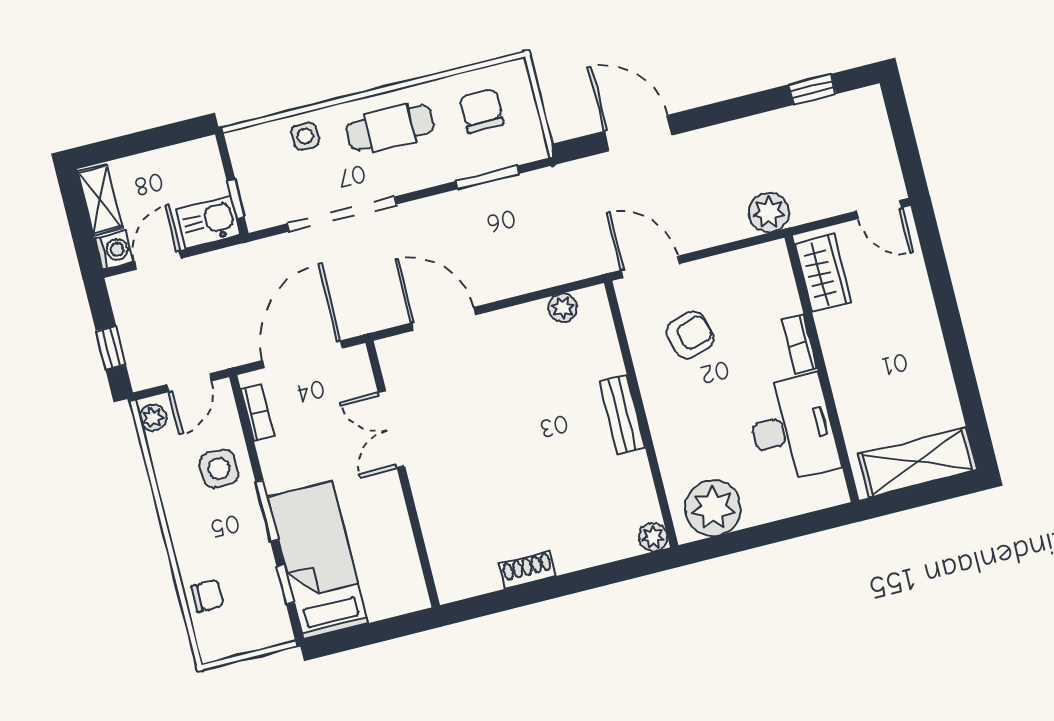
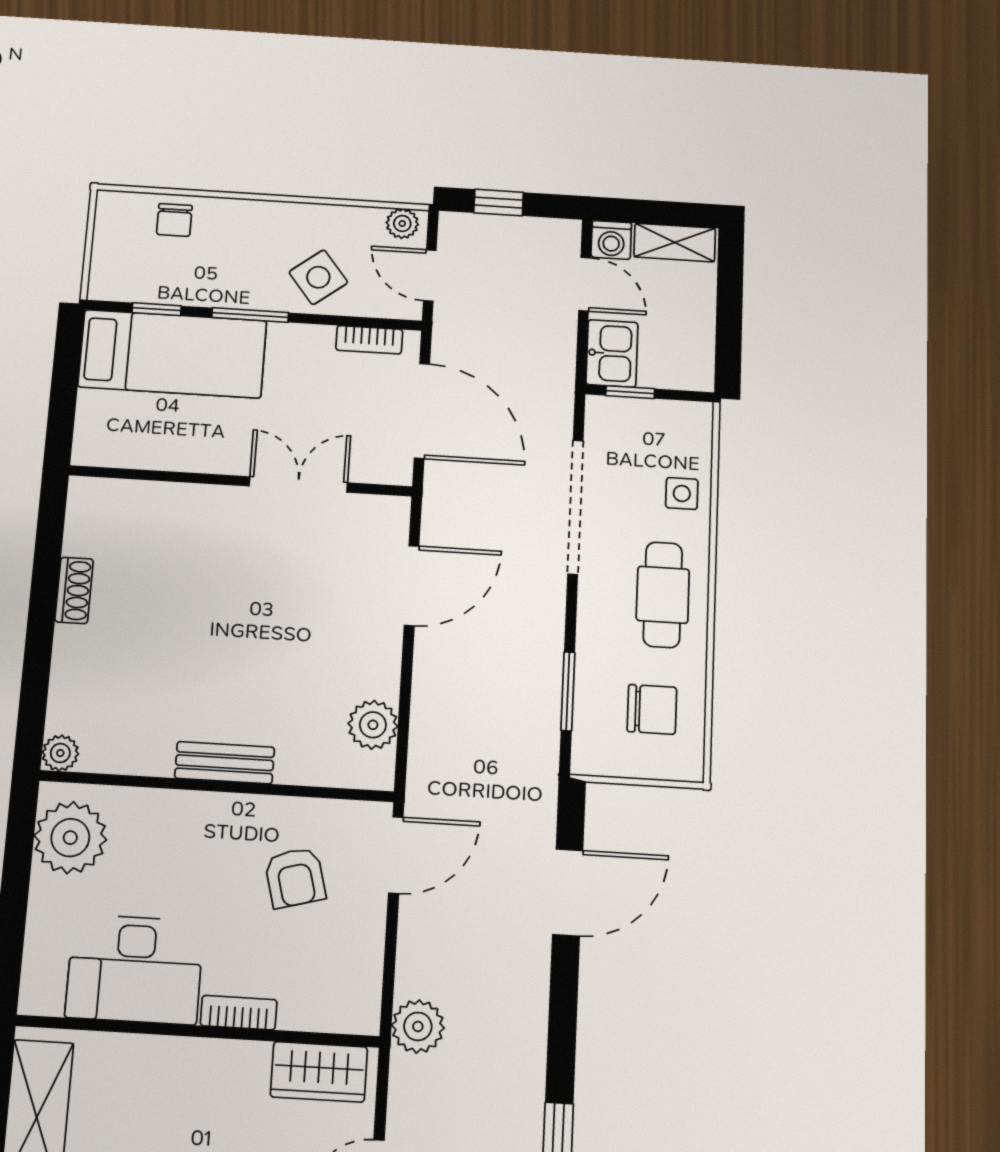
plant: (563, 308) -> (373, 725), width x1.38, depth x1.38
side table: (219, 469) -> (318, 277), turned -37

